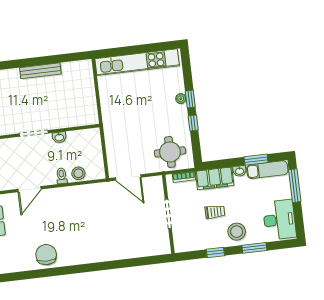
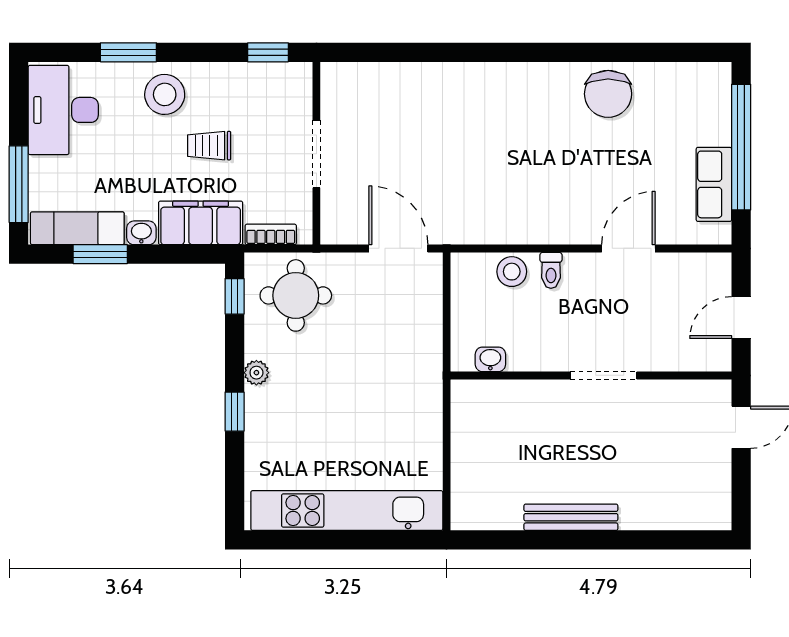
plant: (181, 99) -> (256, 373), moved
window: (193, 123) -> (235, 296), moved
washbasin: (59, 137) -> (490, 359), moved
window: (215, 253) -> (268, 52), moved

